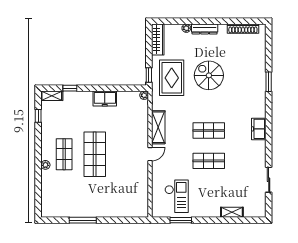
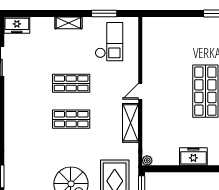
freezer: (259, 129) -> (17, 25), moved, turned 90
checkout: (177, 196) -> (109, 42), turned 180
shelving: (232, 212) -> (68, 23), moved

